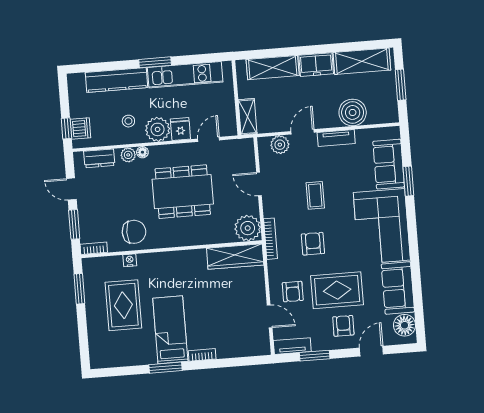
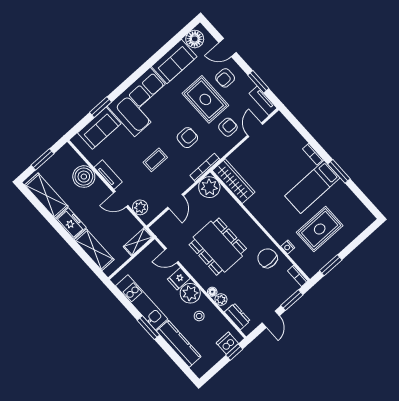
armchair: (313, 244) -> (187, 138), turned 180

